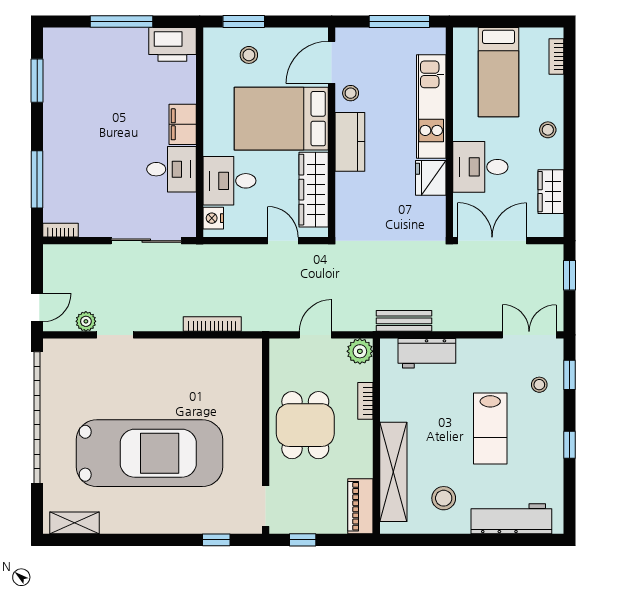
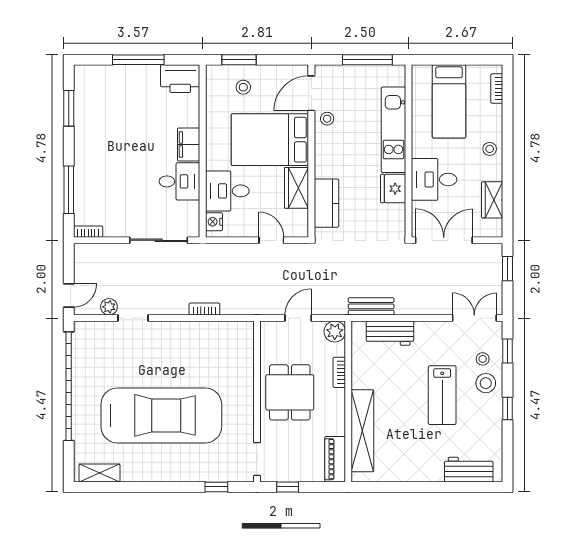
kitchen counter: (350, 142) -> (326, 203), moved
wardrobe: (314, 190) -> (297, 188), width x0.67
bookcase: (212, 324) -> (204, 309), width x0.64
stool: (444, 498) -> (486, 383), moved
workbench: (511, 519) -> (469, 470), width x0.73

